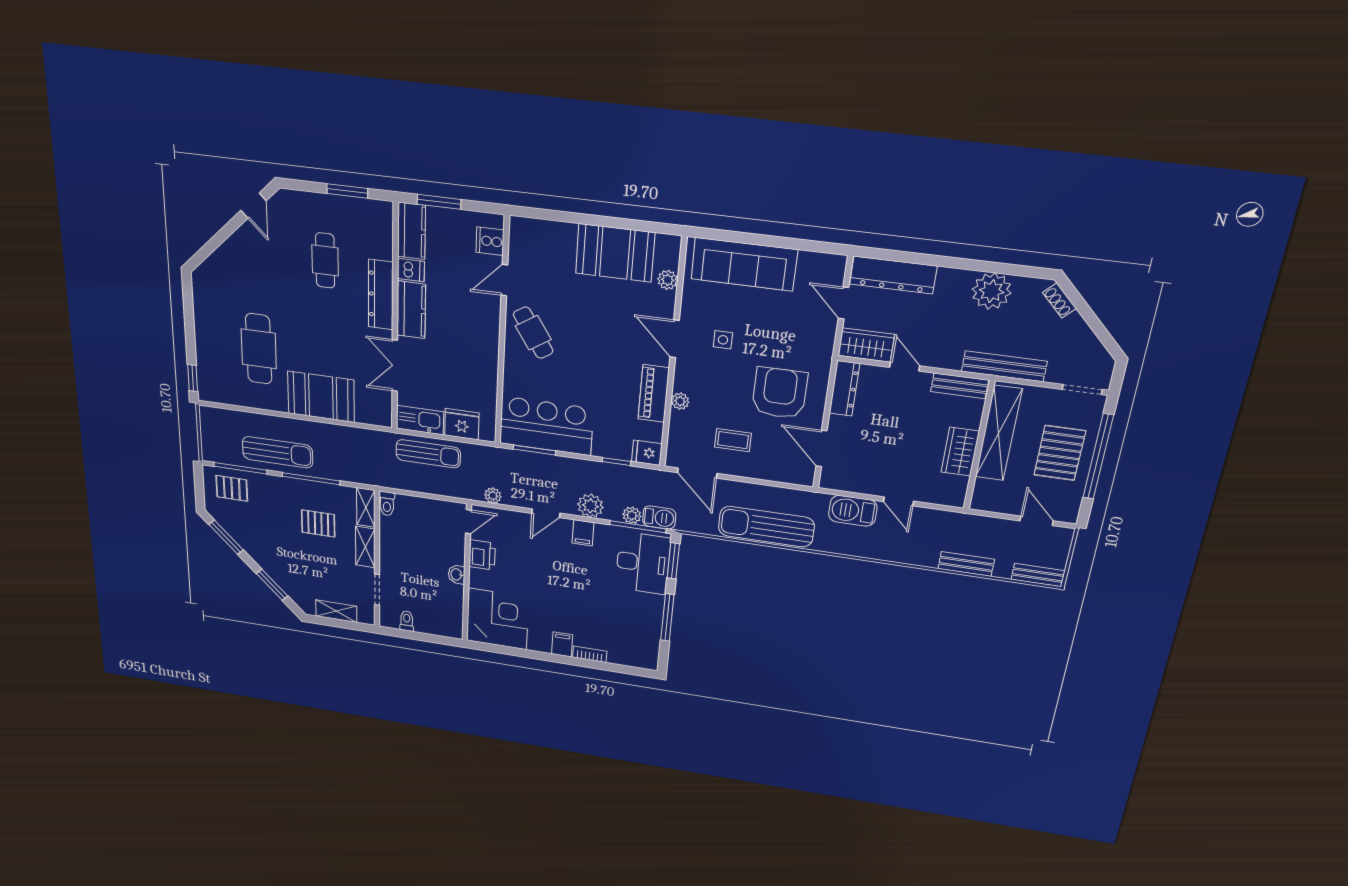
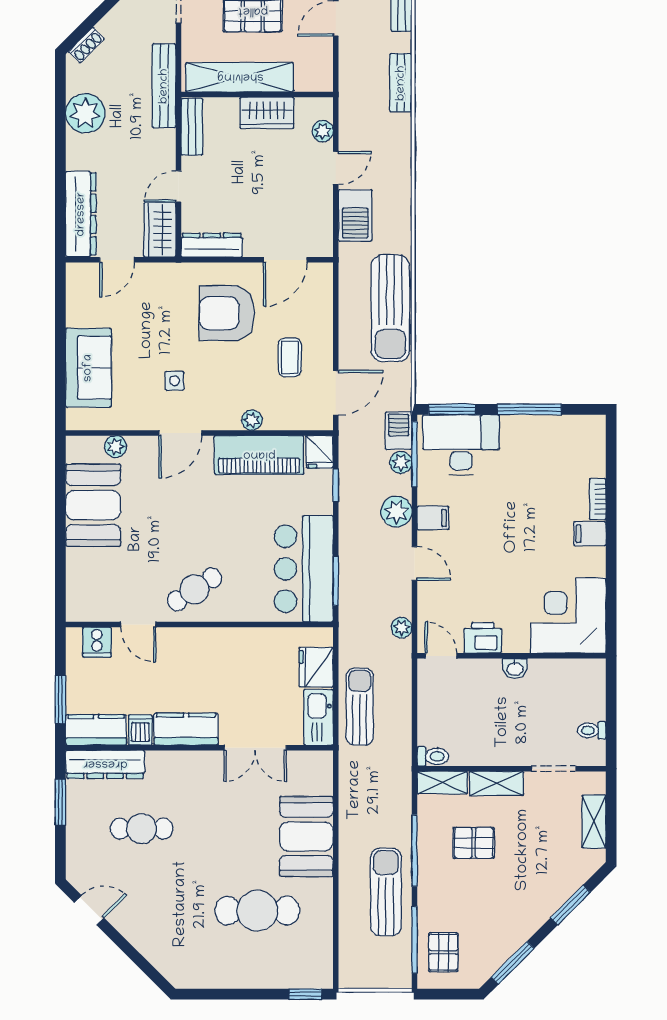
sofa: (744, 264) -> (88, 368), width x0.73
dresser: (381, 295) -> (105, 764), moved
piano: (654, 394) -> (259, 455), width x1.37, depth x1.33
plant: (934, 495) -> (323, 131), added
pallet: (318, 523) -> (474, 843), turned 90

